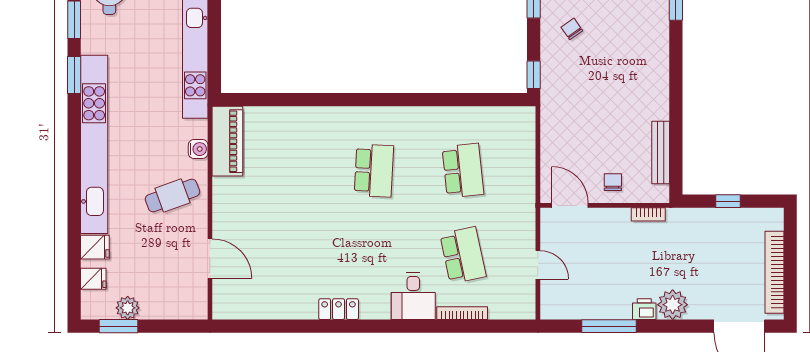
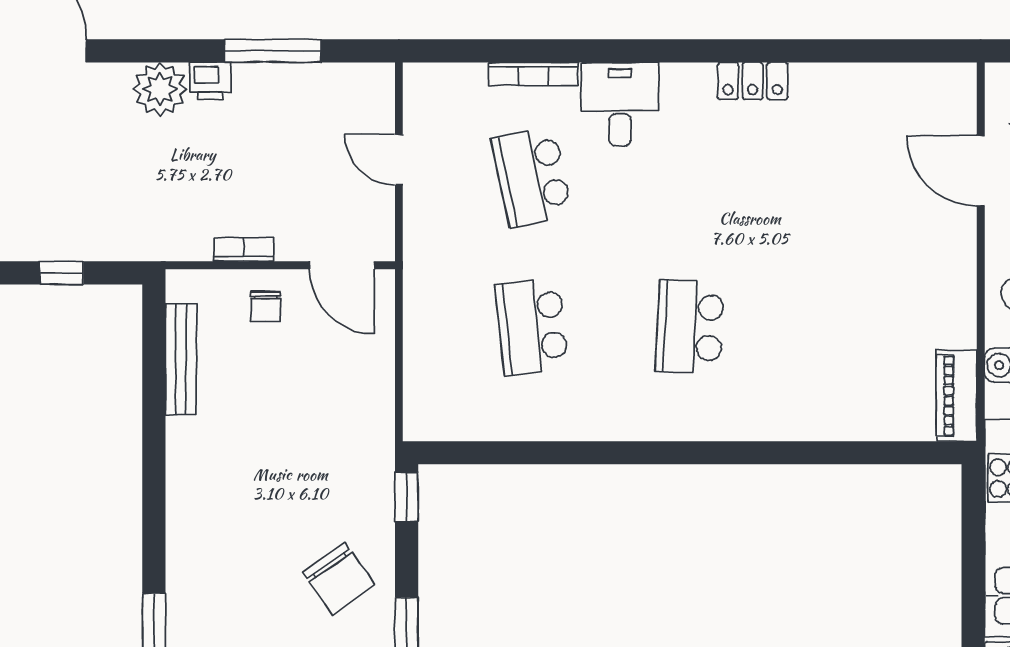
chair: (572, 29) -> (339, 578), width x1.87, depth x1.87
piano: (227, 141) -> (957, 396), width x0.73, depth x0.75
bookcase: (648, 214) -> (244, 249), moved

